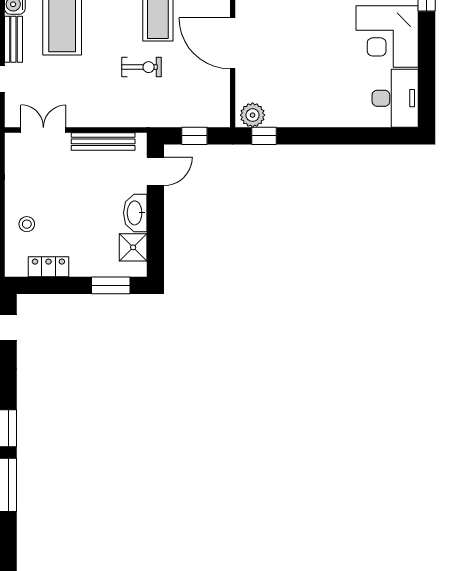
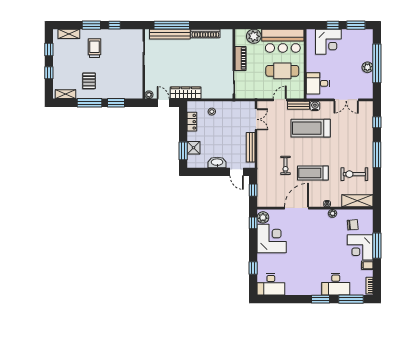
corner desk: (387, 36) -> (272, 239), moved, turned 90
window: (360, 136) -> (253, 268), added
shower: (133, 247) -> (194, 148), moved

